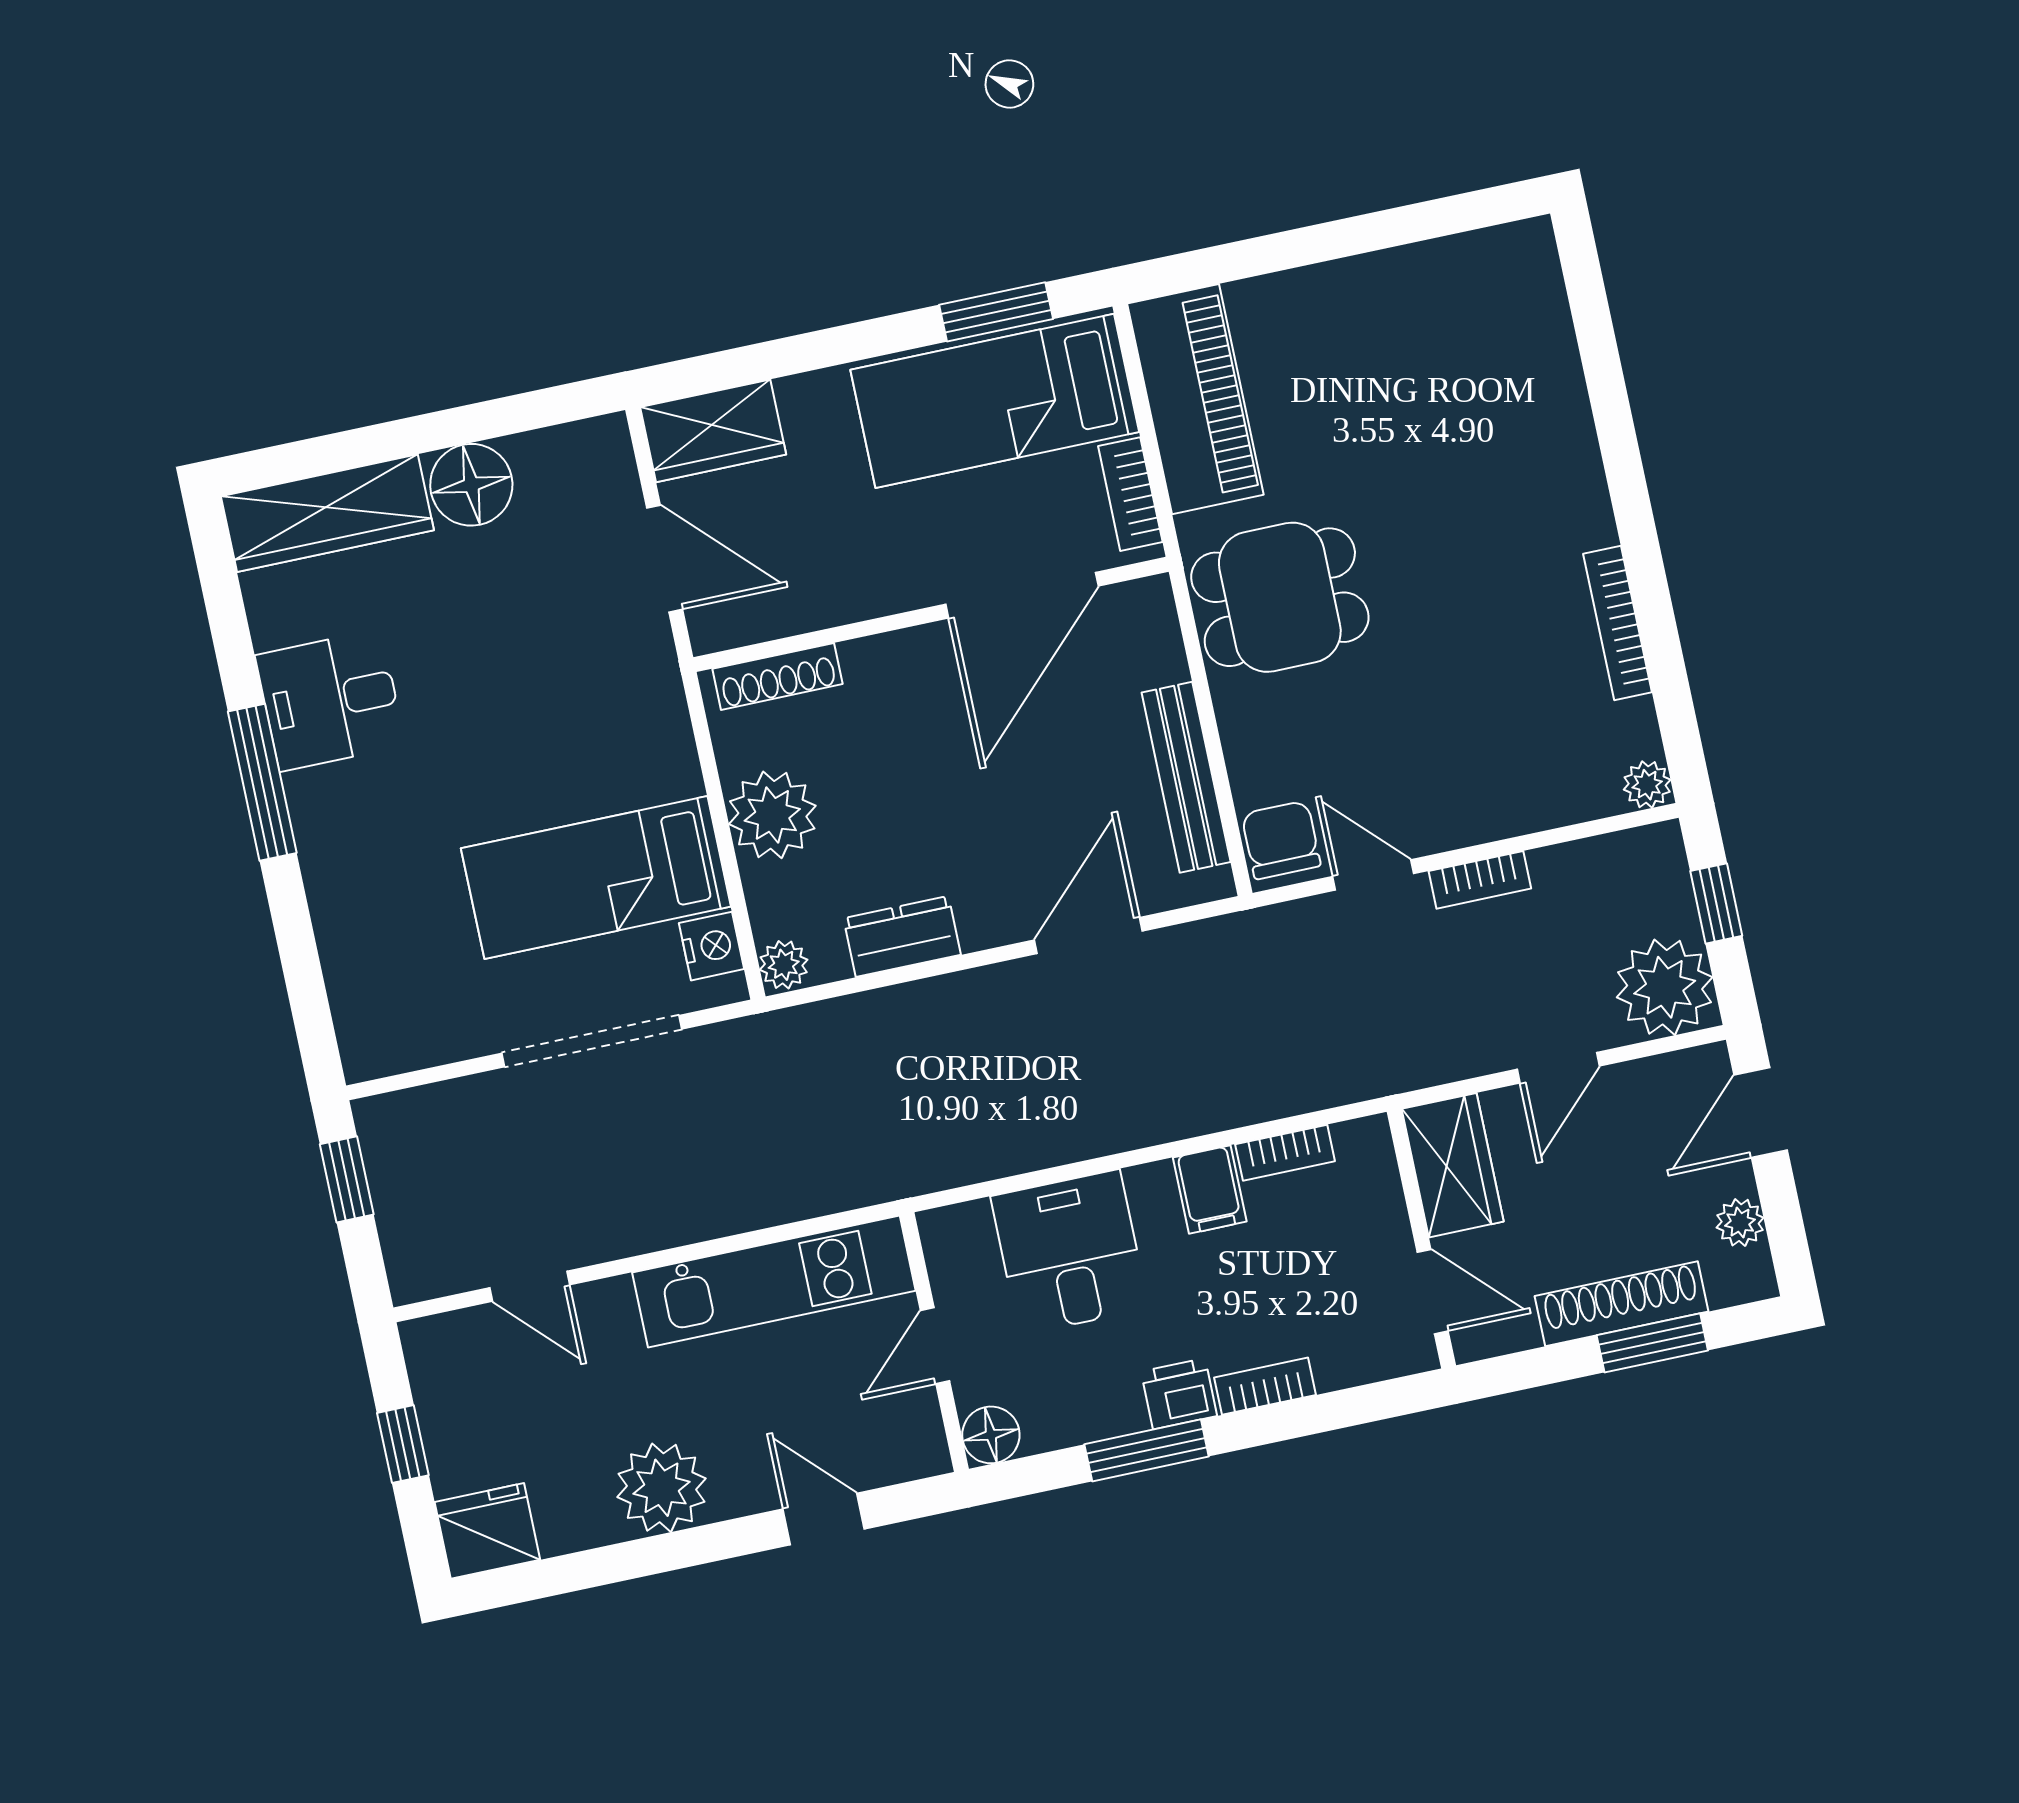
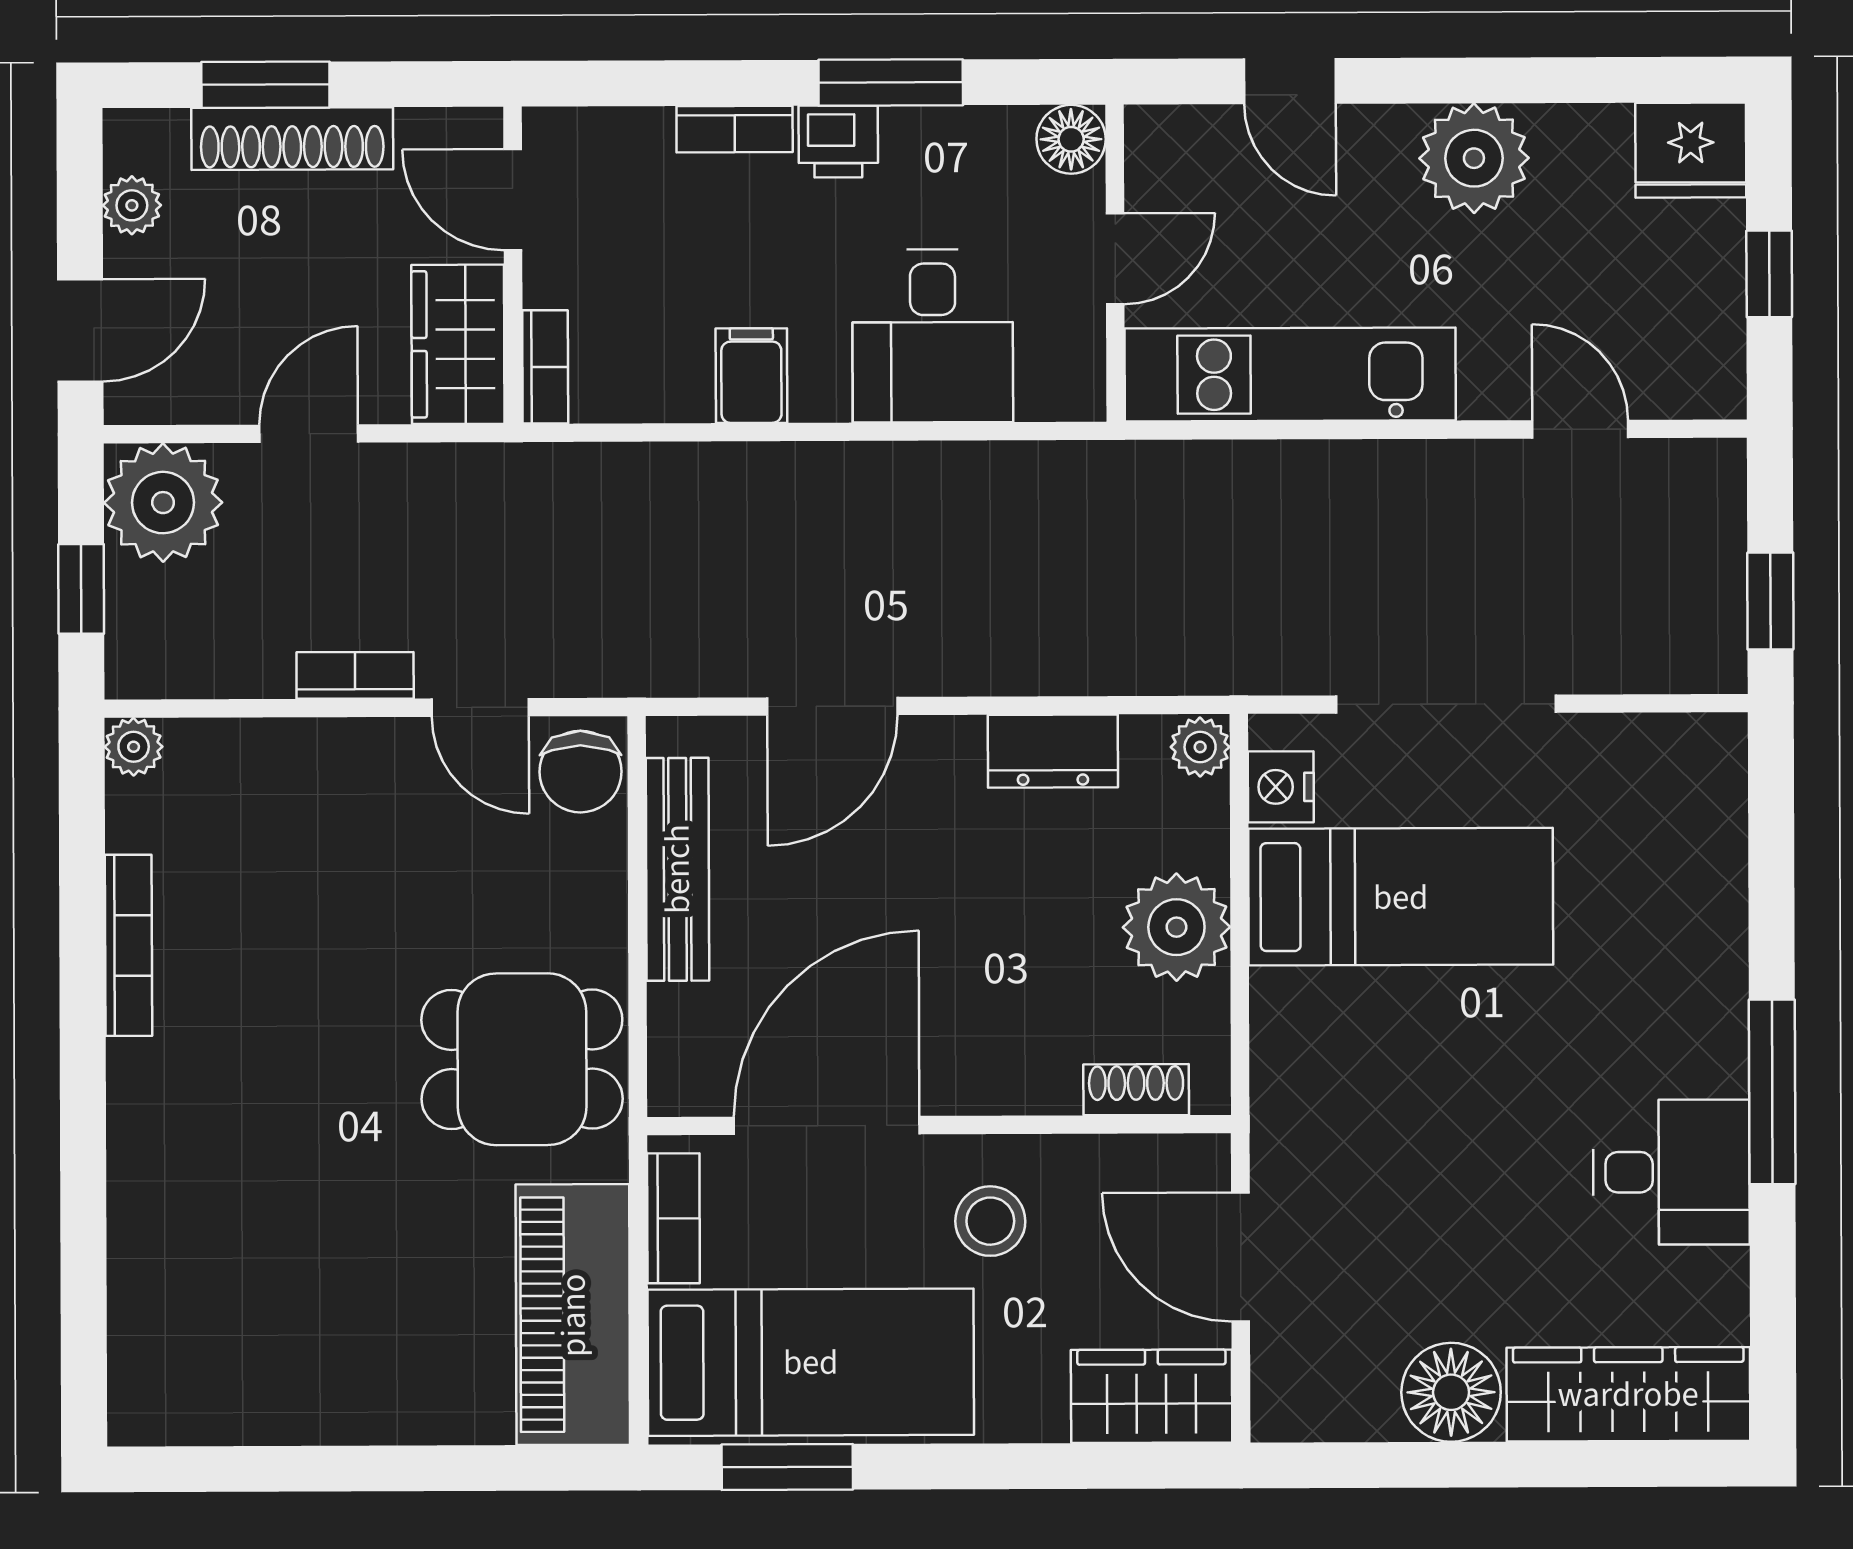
stool: (873, 545) -> (990, 1221), added
shoe rack: (777, 676) -> (1136, 1090), width x0.70
bookcase: (1285, 1153) -> (545, 367), moved, turned 90

